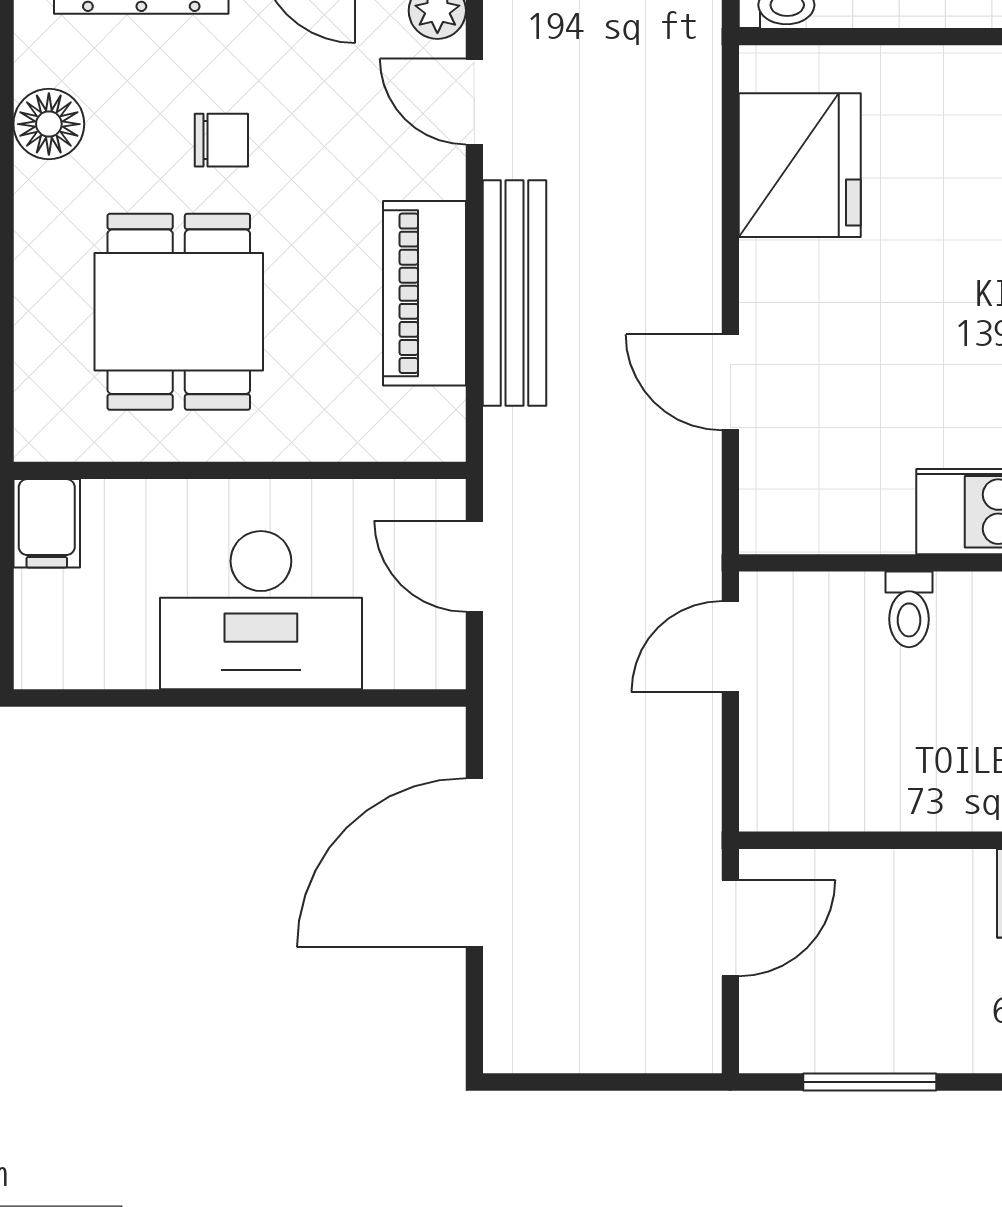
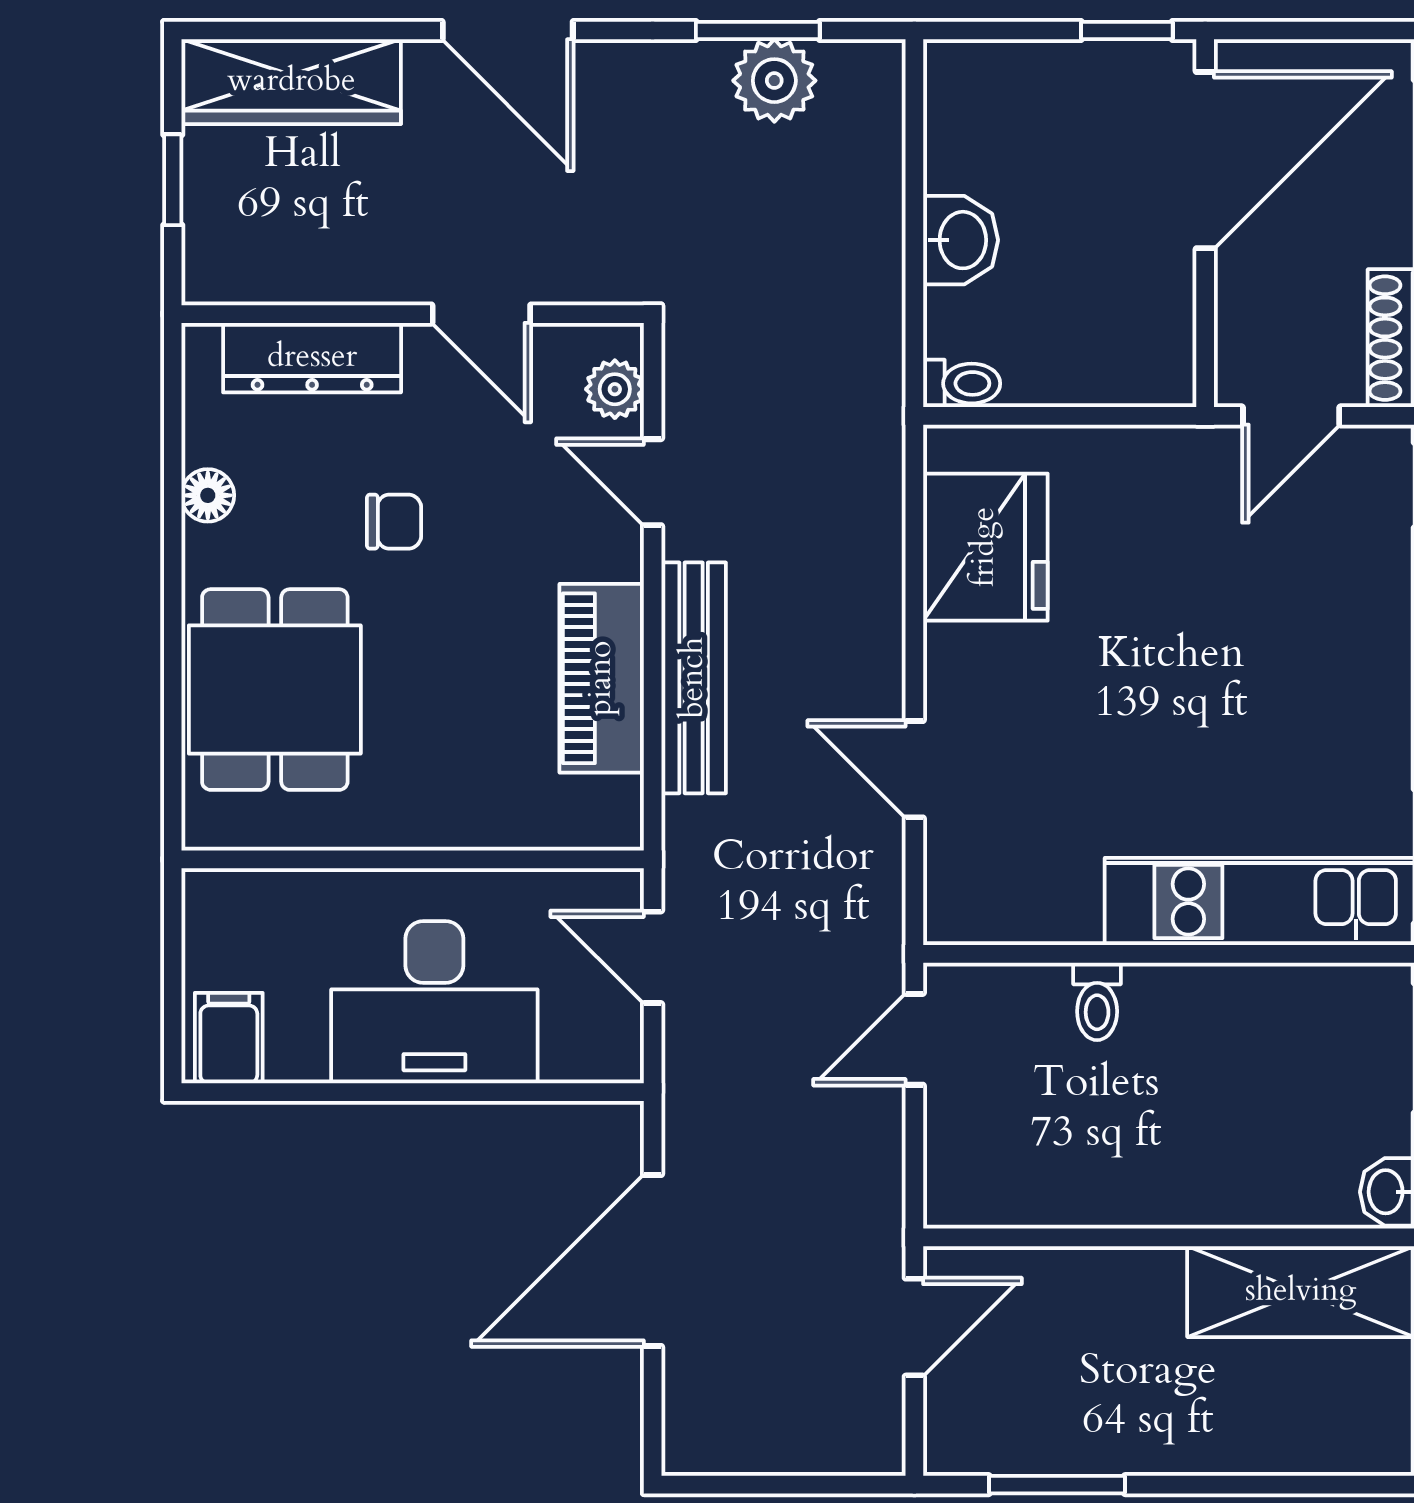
floor lamp: (49, 124) -> (208, 495), width x0.73, depth x0.73
dining table: (179, 312) -> (275, 690), moved
filing cabinet: (47, 523) -> (229, 1038), moved, turned 180

